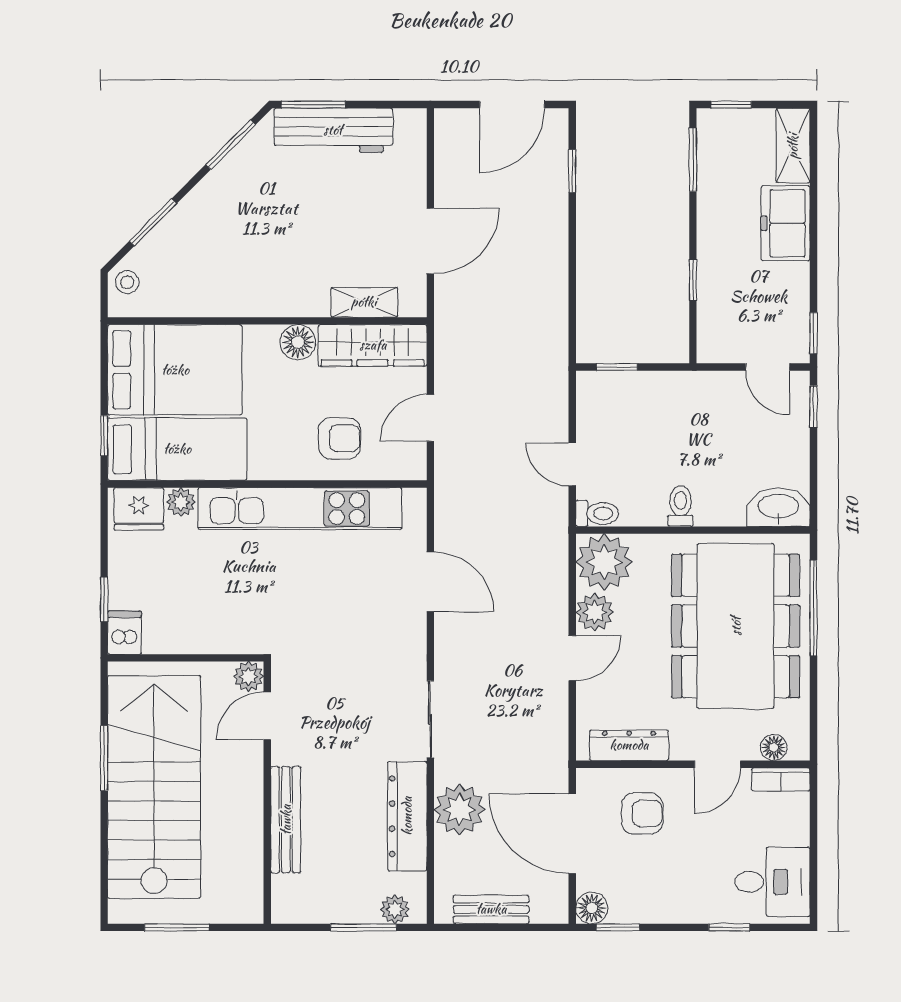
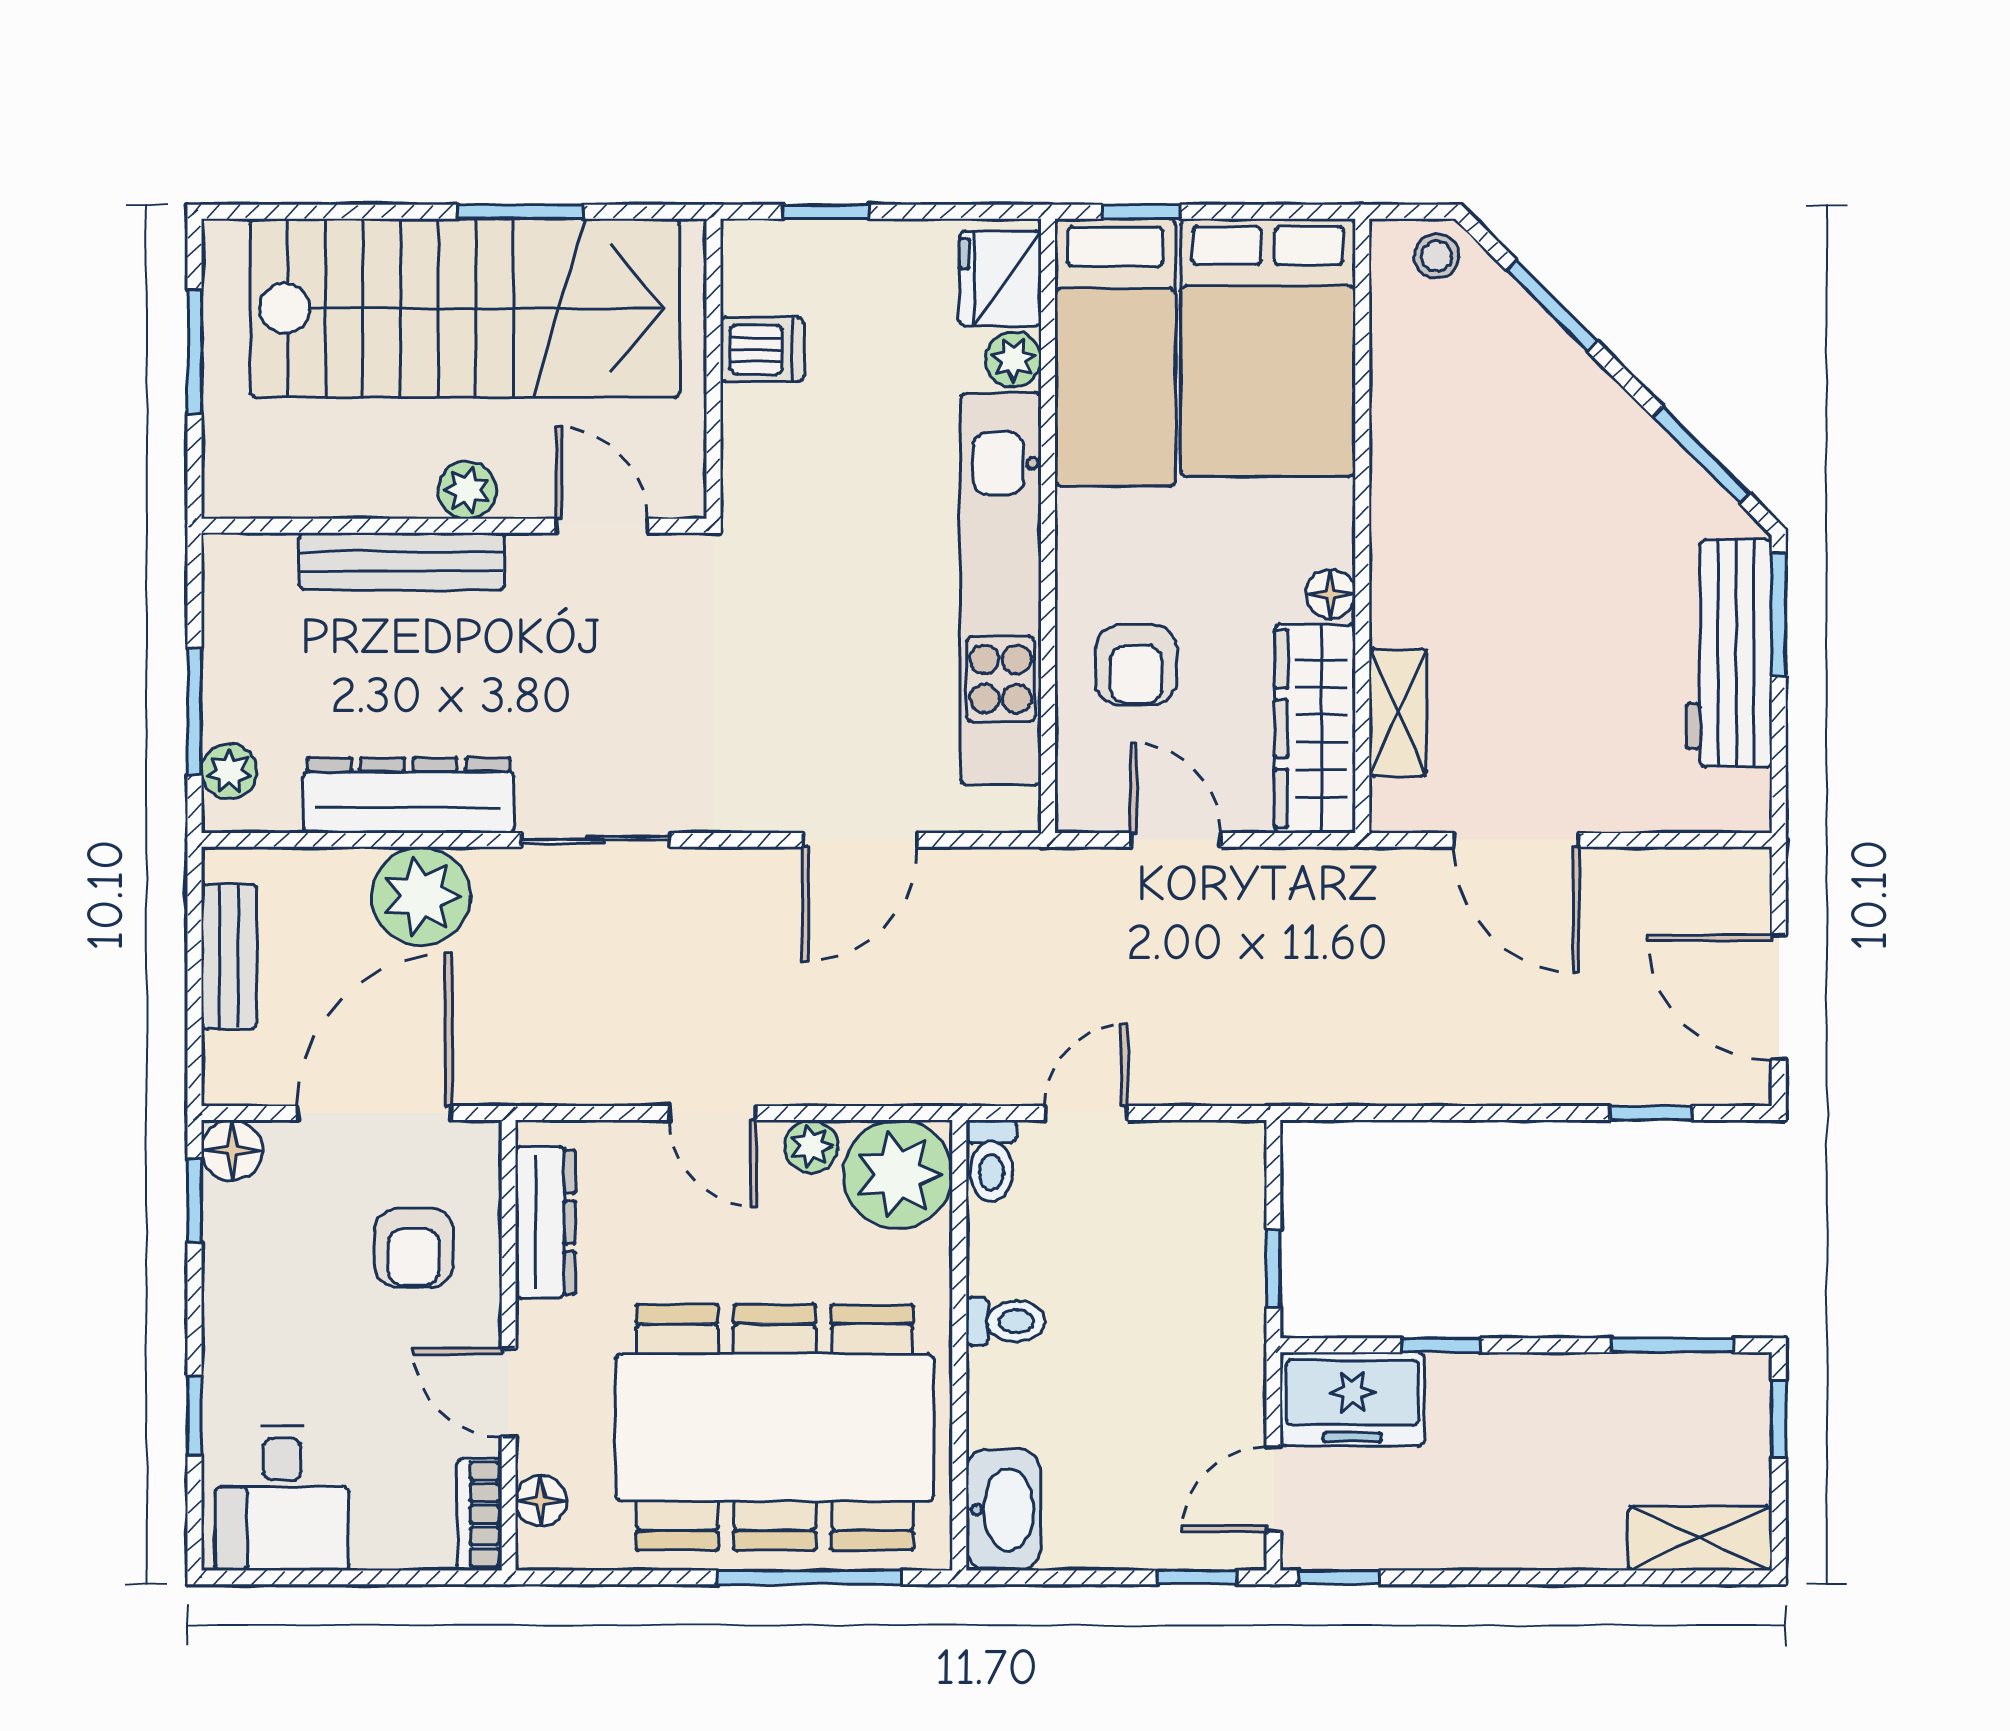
freezer: (786, 223) -> (1352, 1399), moved, turned 180
floor lamp: (298, 342) -> (1330, 594), width x0.73, depth x0.73
window: (617, 367) -> (1273, 1268), moved
plant: (595, 612) -> (811, 1146), width x0.73, depth x0.73
dishwasher: (124, 633) -> (762, 349), moved
plant: (249, 676) -> (467, 490), moved

